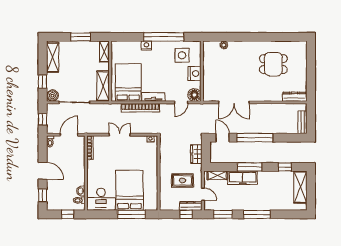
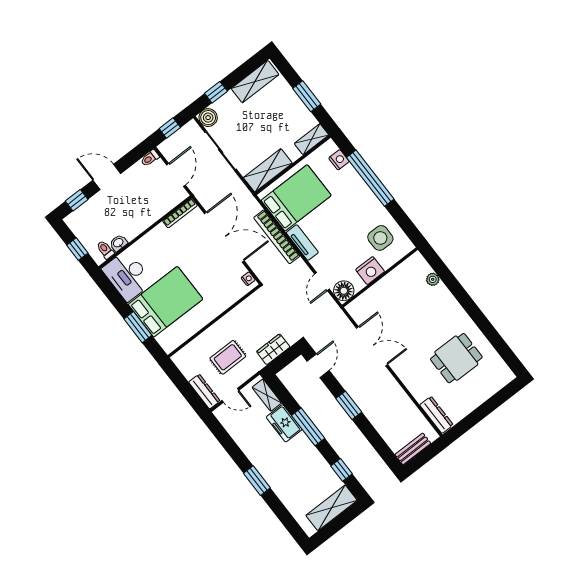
window: (164, 37) -> (370, 178), moved
nightstand: (146, 46) -> (339, 160), moved
dining table: (273, 64) -> (456, 358), turned 90
door: (181, 102) -> (322, 282), hinge flipped
double door: (234, 102) -> (372, 346), swing flipped
door: (69, 135) -> (176, 175), hinge flipped
double door: (120, 135) -> (224, 237), width x1.87
window: (255, 138) -> (349, 405), width x0.47
door: (43, 171) -> (107, 177), swing flipped
freezer: (243, 178) -> (284, 423), width x0.71
rug: (182, 180) -> (228, 357), turned 90
door: (203, 194) -> (230, 395), hinge flipped
window: (132, 214) -> (138, 327), width x0.69
window: (186, 214) -> (190, 394), removed
window: (223, 214) -> (225, 439), removed
window: (257, 214) -> (257, 481), width x0.69

